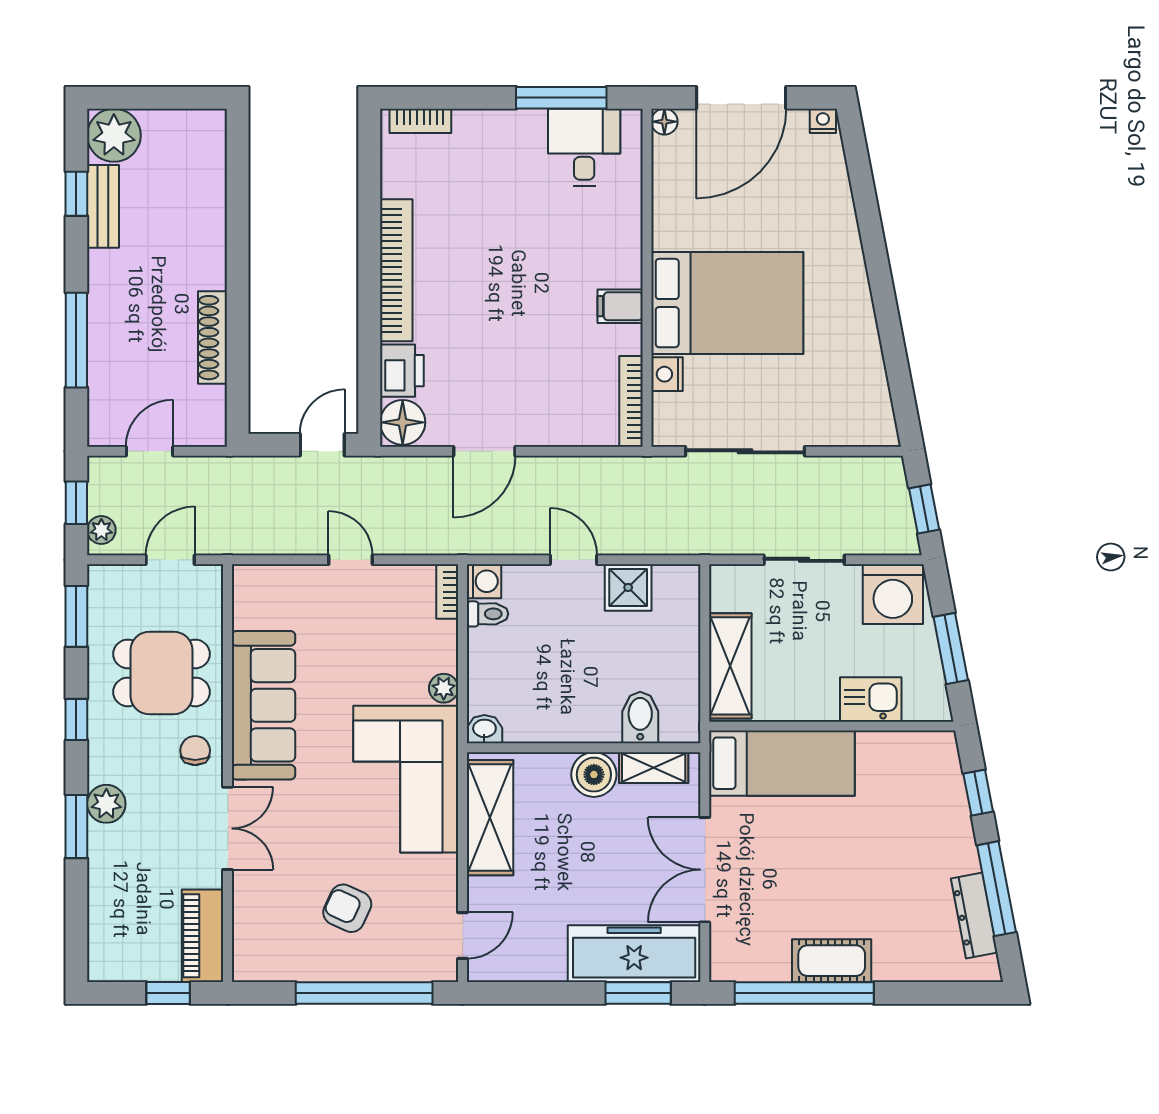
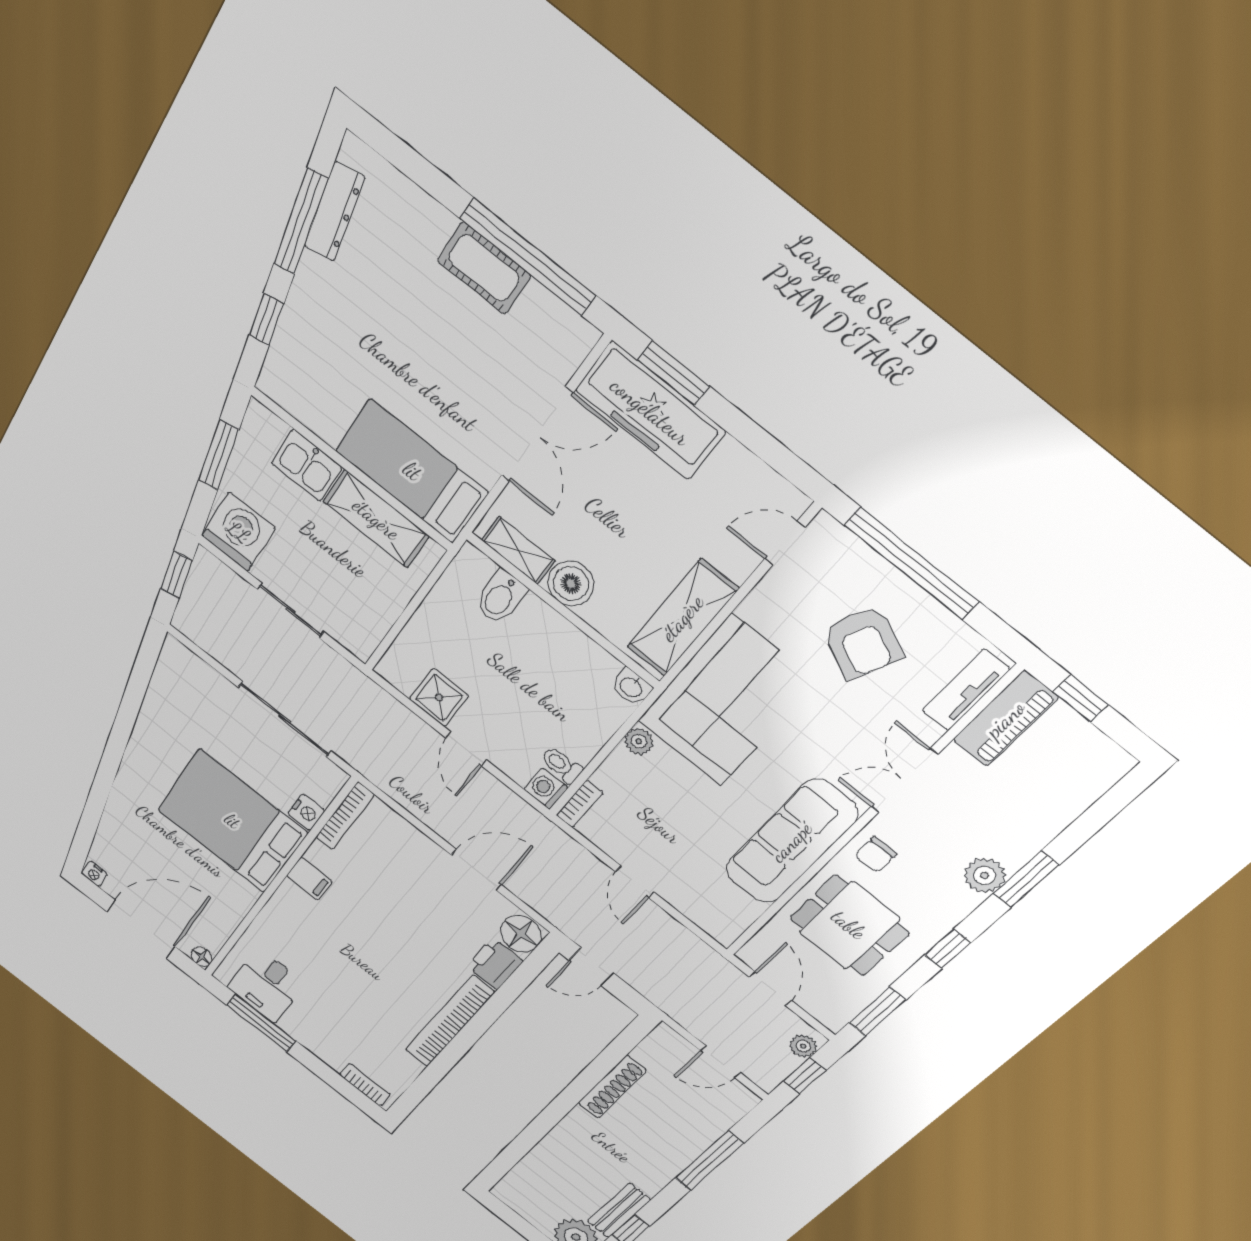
door: (170, 560) -> (770, 989), swing flipped
shelving: (730, 666) -> (376, 519), moved, turned 90
armchair: (347, 908) -> (863, 643), width x1.38, depth x1.38
tv unit: (248, 934) -> (966, 690), added

